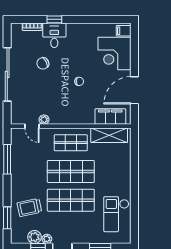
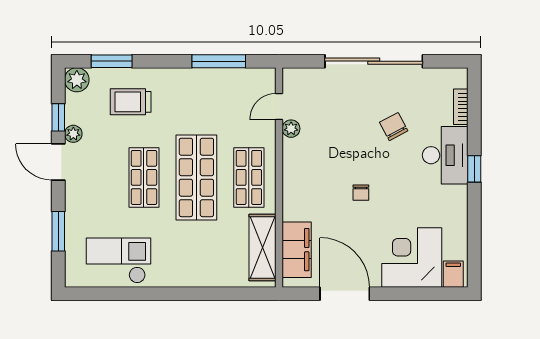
window: (54, 19) -> (474, 169), moved
desk: (54, 35) -> (445, 155), width x1.37
shop shelf: (71, 200) -> (144, 177), width x0.70, depth x0.74
trolley: (29, 207) -> (131, 102), turned -78
plant: (34, 237) -> (77, 80), moved

